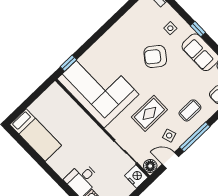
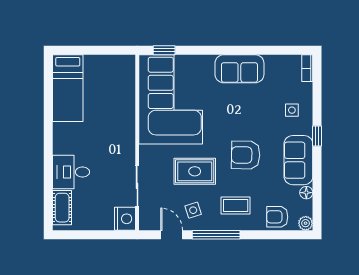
sofa: (120, 33) -> (239, 69), added
armchair: (155, 56) -> (246, 155), moved, turned -36
floor lamp: (150, 166) -> (148, 222), removed

